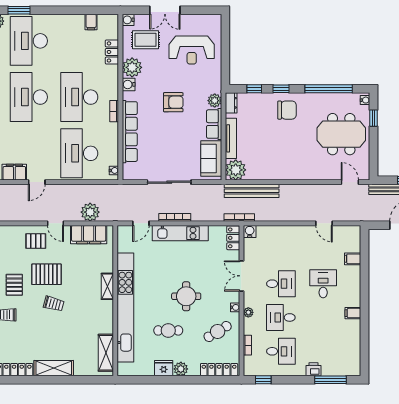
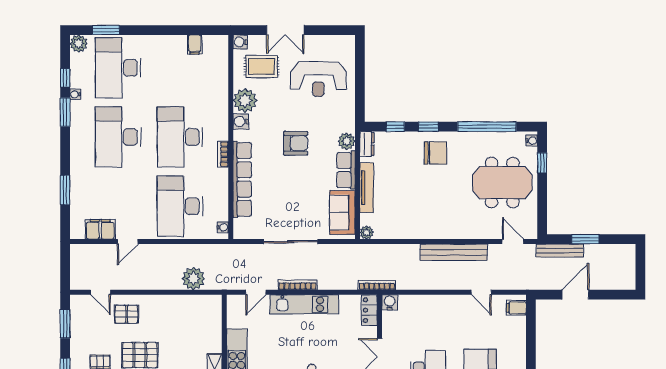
locker: (112, 52) -> (220, 81), removed
plant: (236, 170) -> (367, 232), width x0.53, depth x0.53
bench: (252, 191) -> (454, 252), moved
door: (55, 223) -> (100, 292), moved
filing cabinet: (89, 235) -> (192, 306), removed
filing cabinet: (353, 259) -> (516, 308), moved

